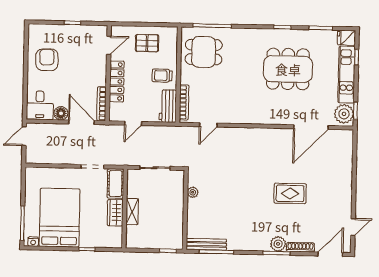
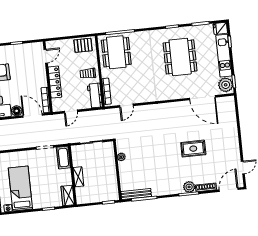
pallet: (147, 43) -> (83, 45), moved
dining table: (204, 52) -> (116, 52), width x1.38
dining table: (288, 69) -> (180, 57), turned 90
door: (311, 127) -> (202, 98), hinge flipped
wardrobe: (115, 213) -> (68, 195), moved
bed: (60, 218) -> (20, 188), width x0.67

